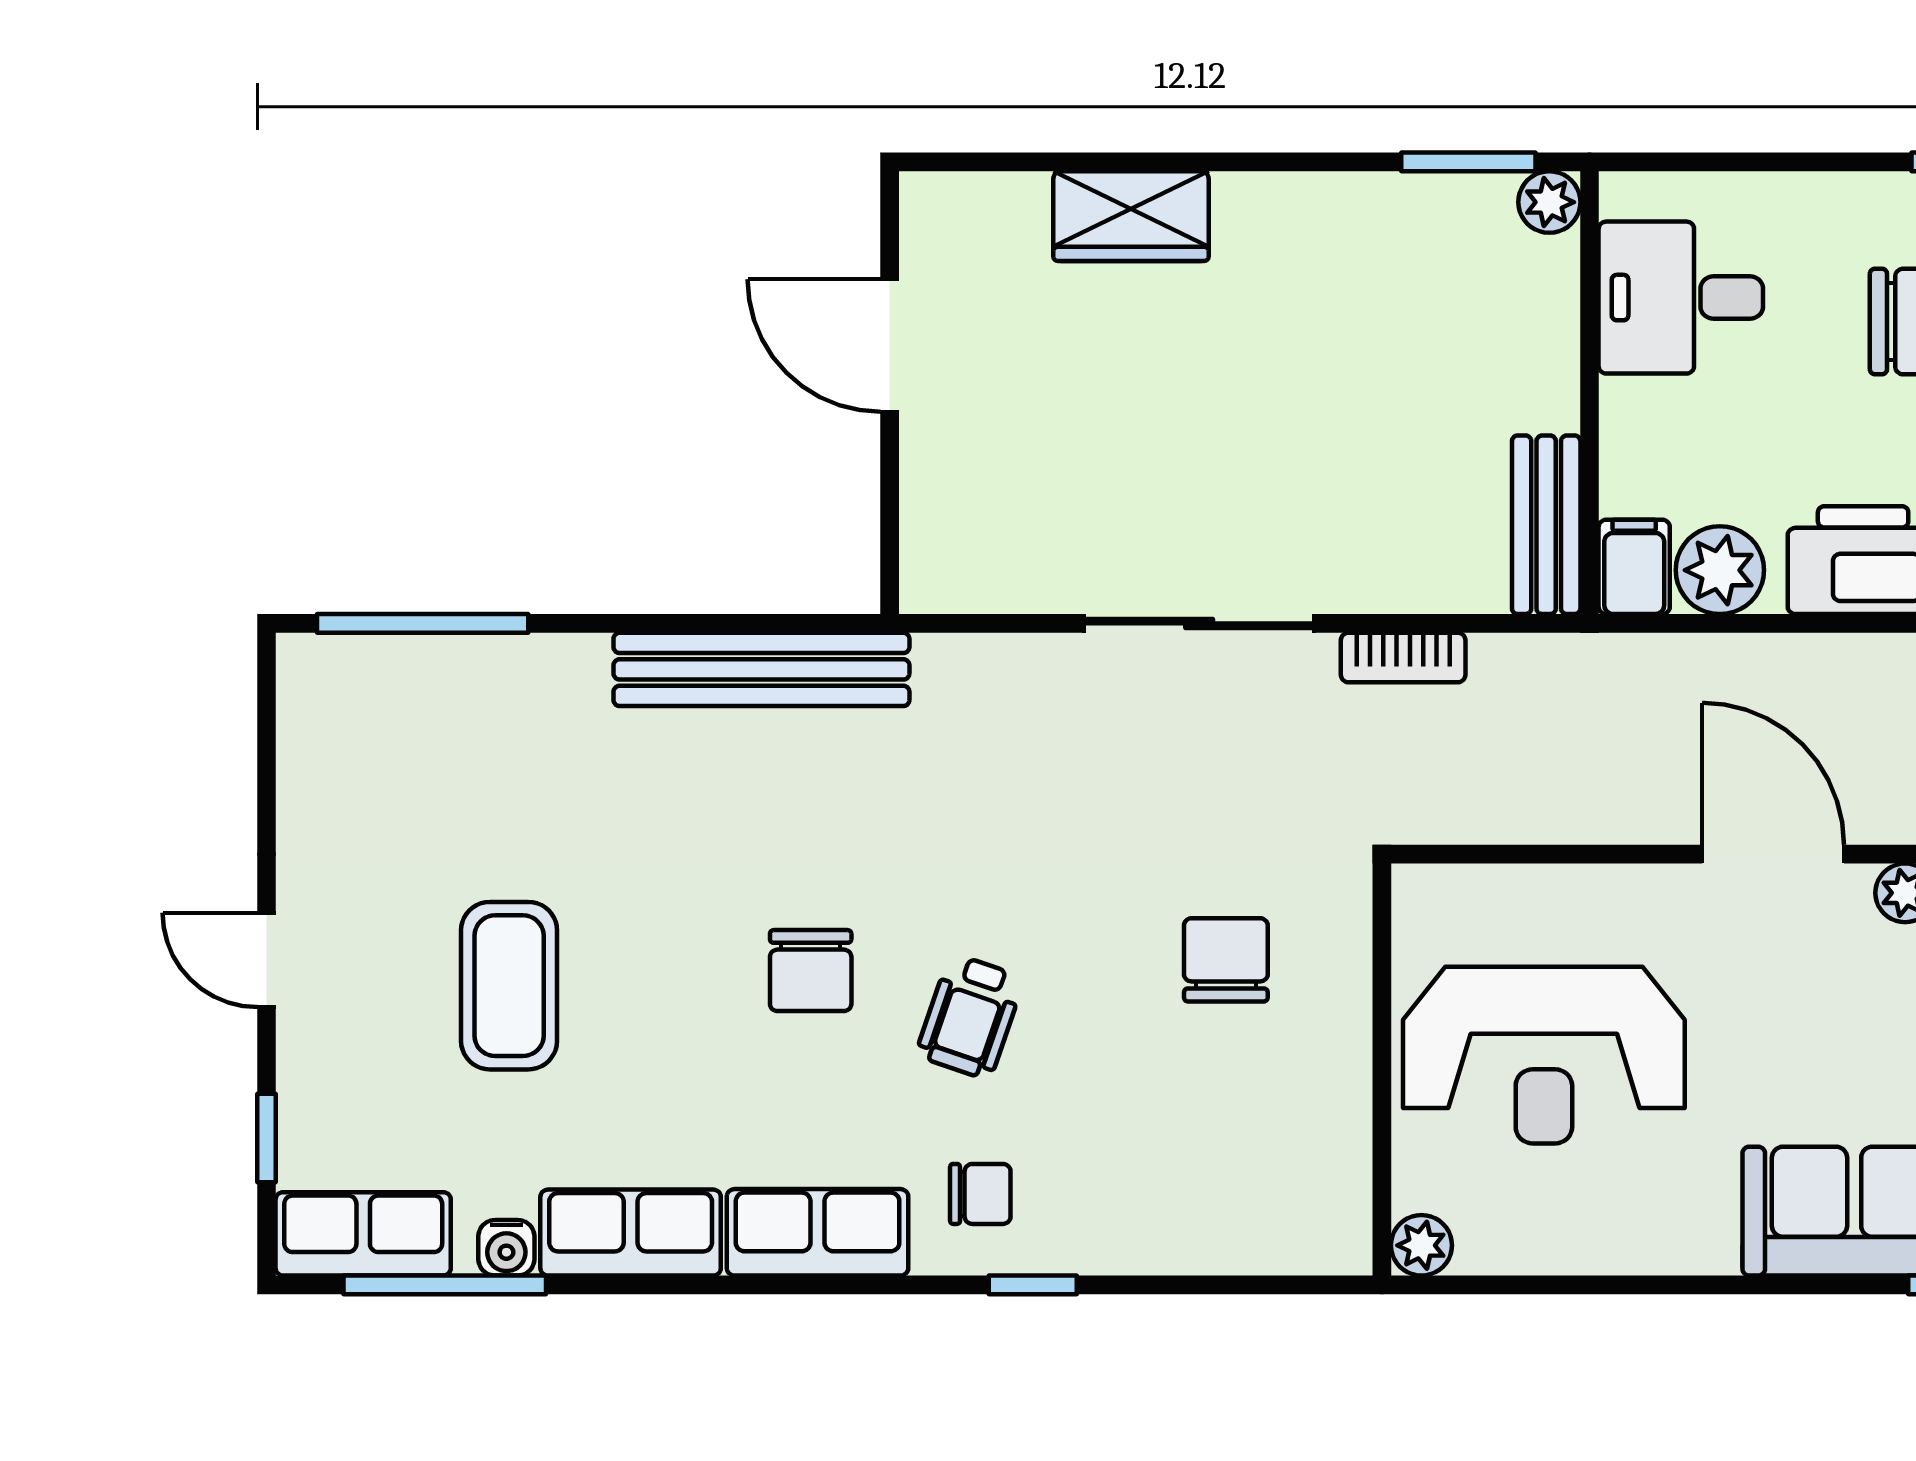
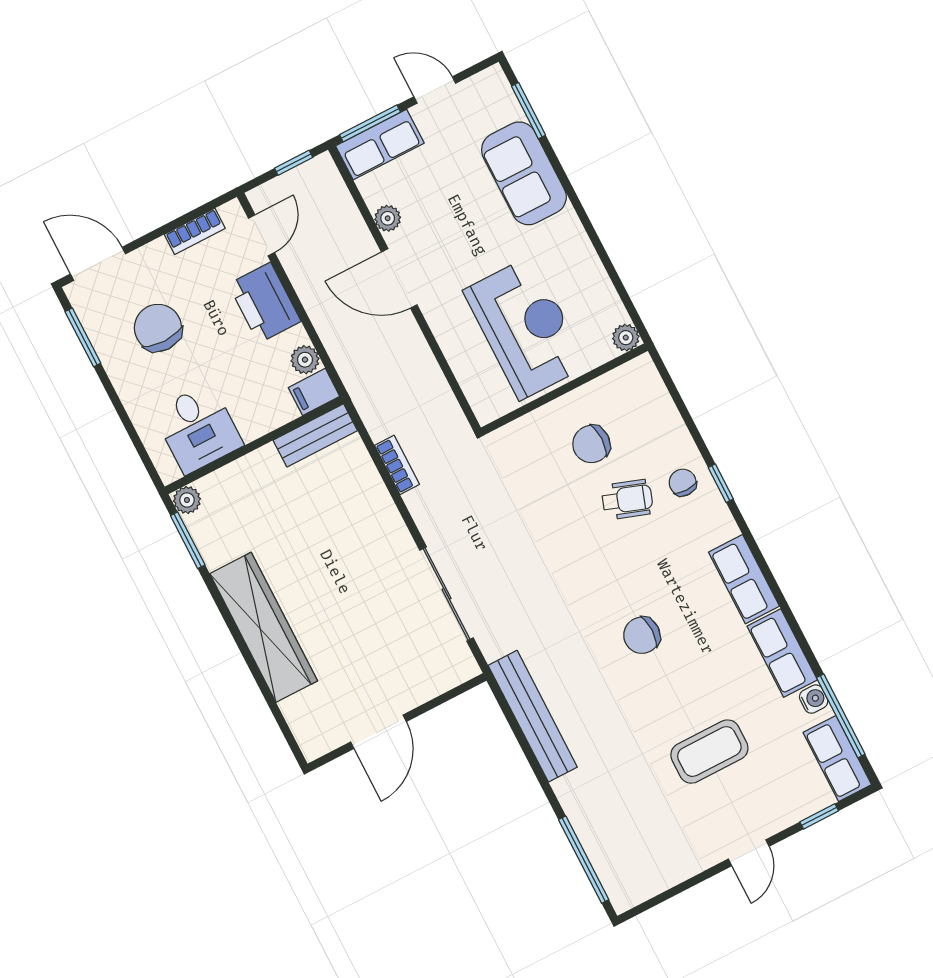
wardrobe: (1131, 216) -> (264, 627), width x2.10, depth x1.17
plant: (1720, 570) -> (305, 360), width x0.73, depth x0.73
sliding door: (1199, 623) -> (447, 594), moved
door: (1773, 854) -> (399, 278), hinge flipped
chair: (1226, 960) -> (591, 444), moved
chair: (811, 971) -> (642, 635), turned 180
wheelchair: (970, 1017) -> (627, 499), moved
chair: (980, 1194) -> (683, 483), moved

